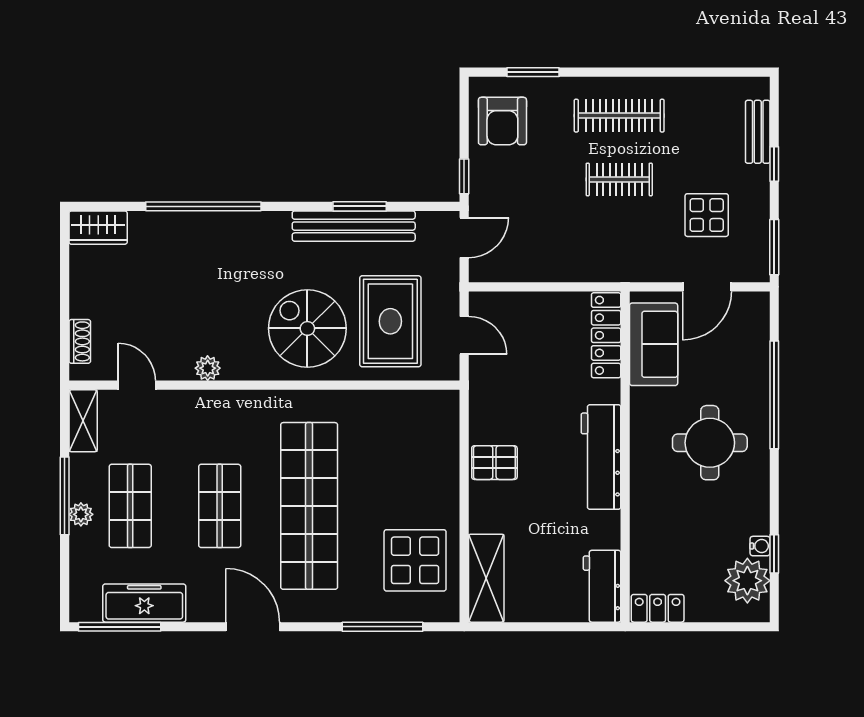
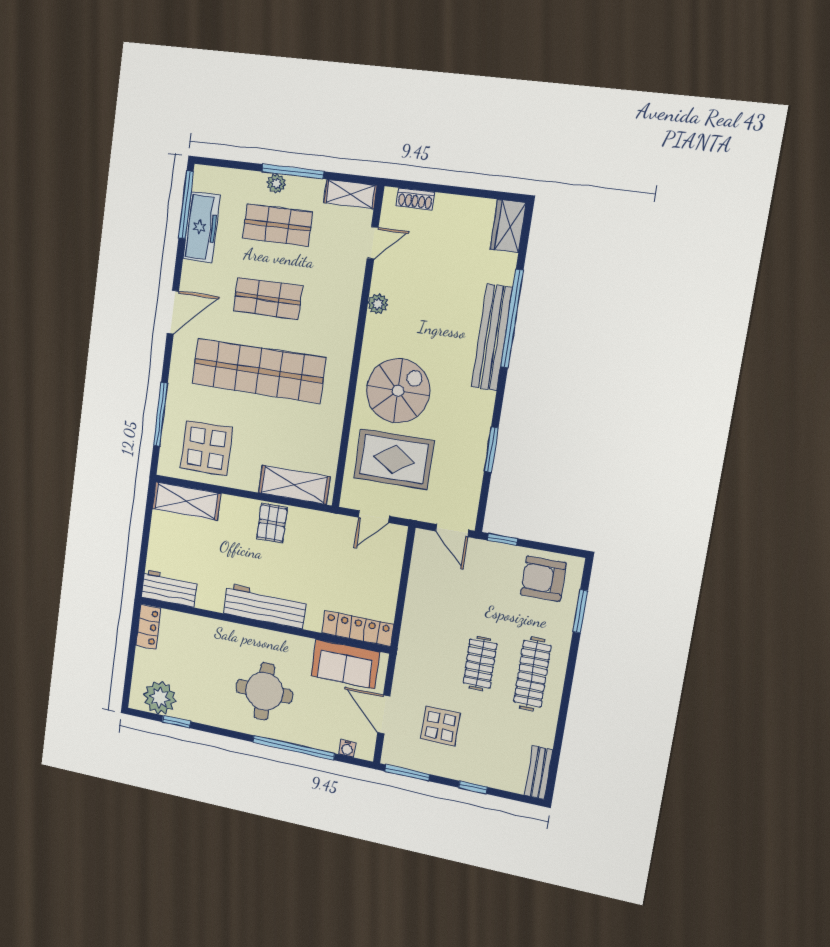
bench: (758, 132) -> (539, 773), moved, turned 90
bench: (354, 226) -> (492, 337), moved
shelving: (442, 441) -> (294, 485), added
water cooler: (760, 546) -> (347, 748), moved

